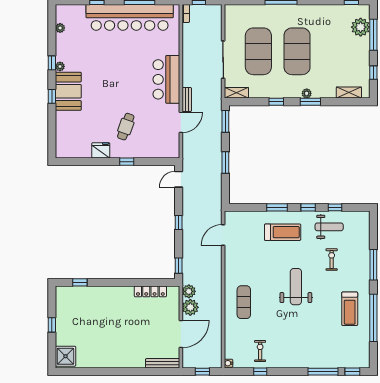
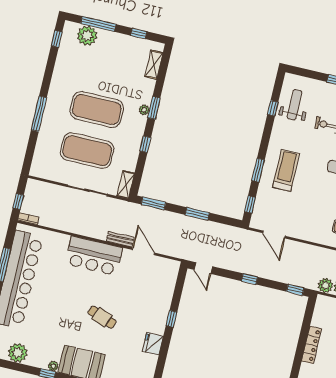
plant: (60, 28) -> (18, 353), width x1.88, depth x1.88
cafe table: (126, 127) -> (102, 317), moved
window: (308, 207) -> (250, 204), moved
weight bench: (329, 227) -> (294, 105), moved
locker: (150, 291) -> (311, 345), moved

